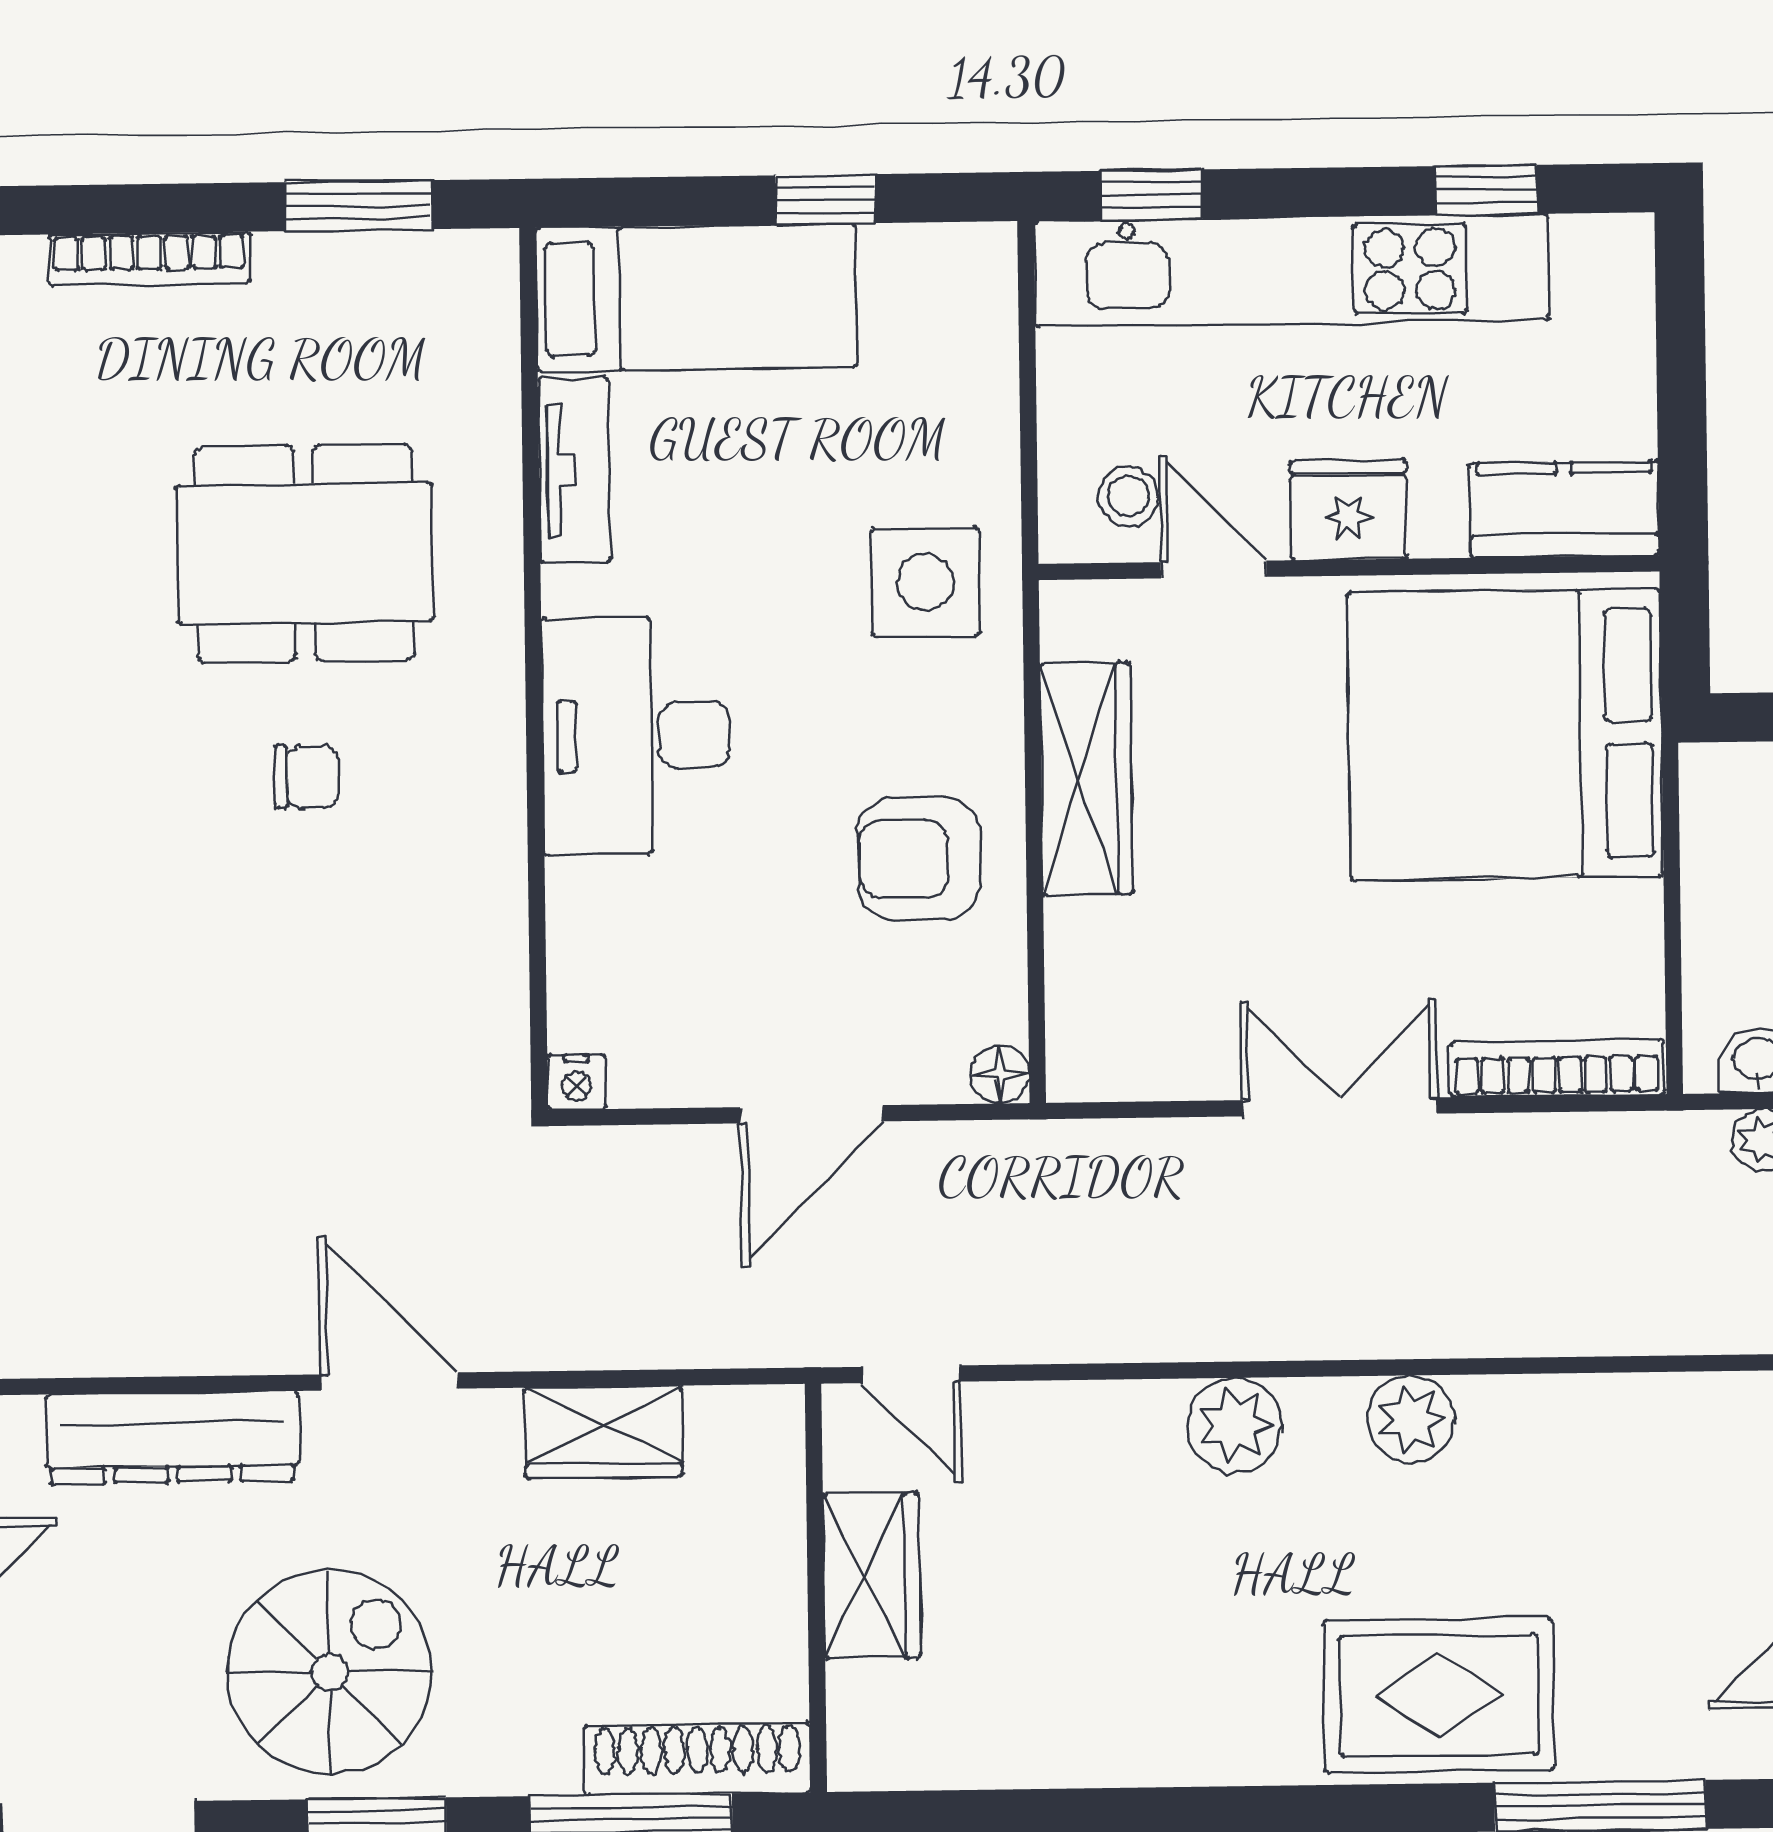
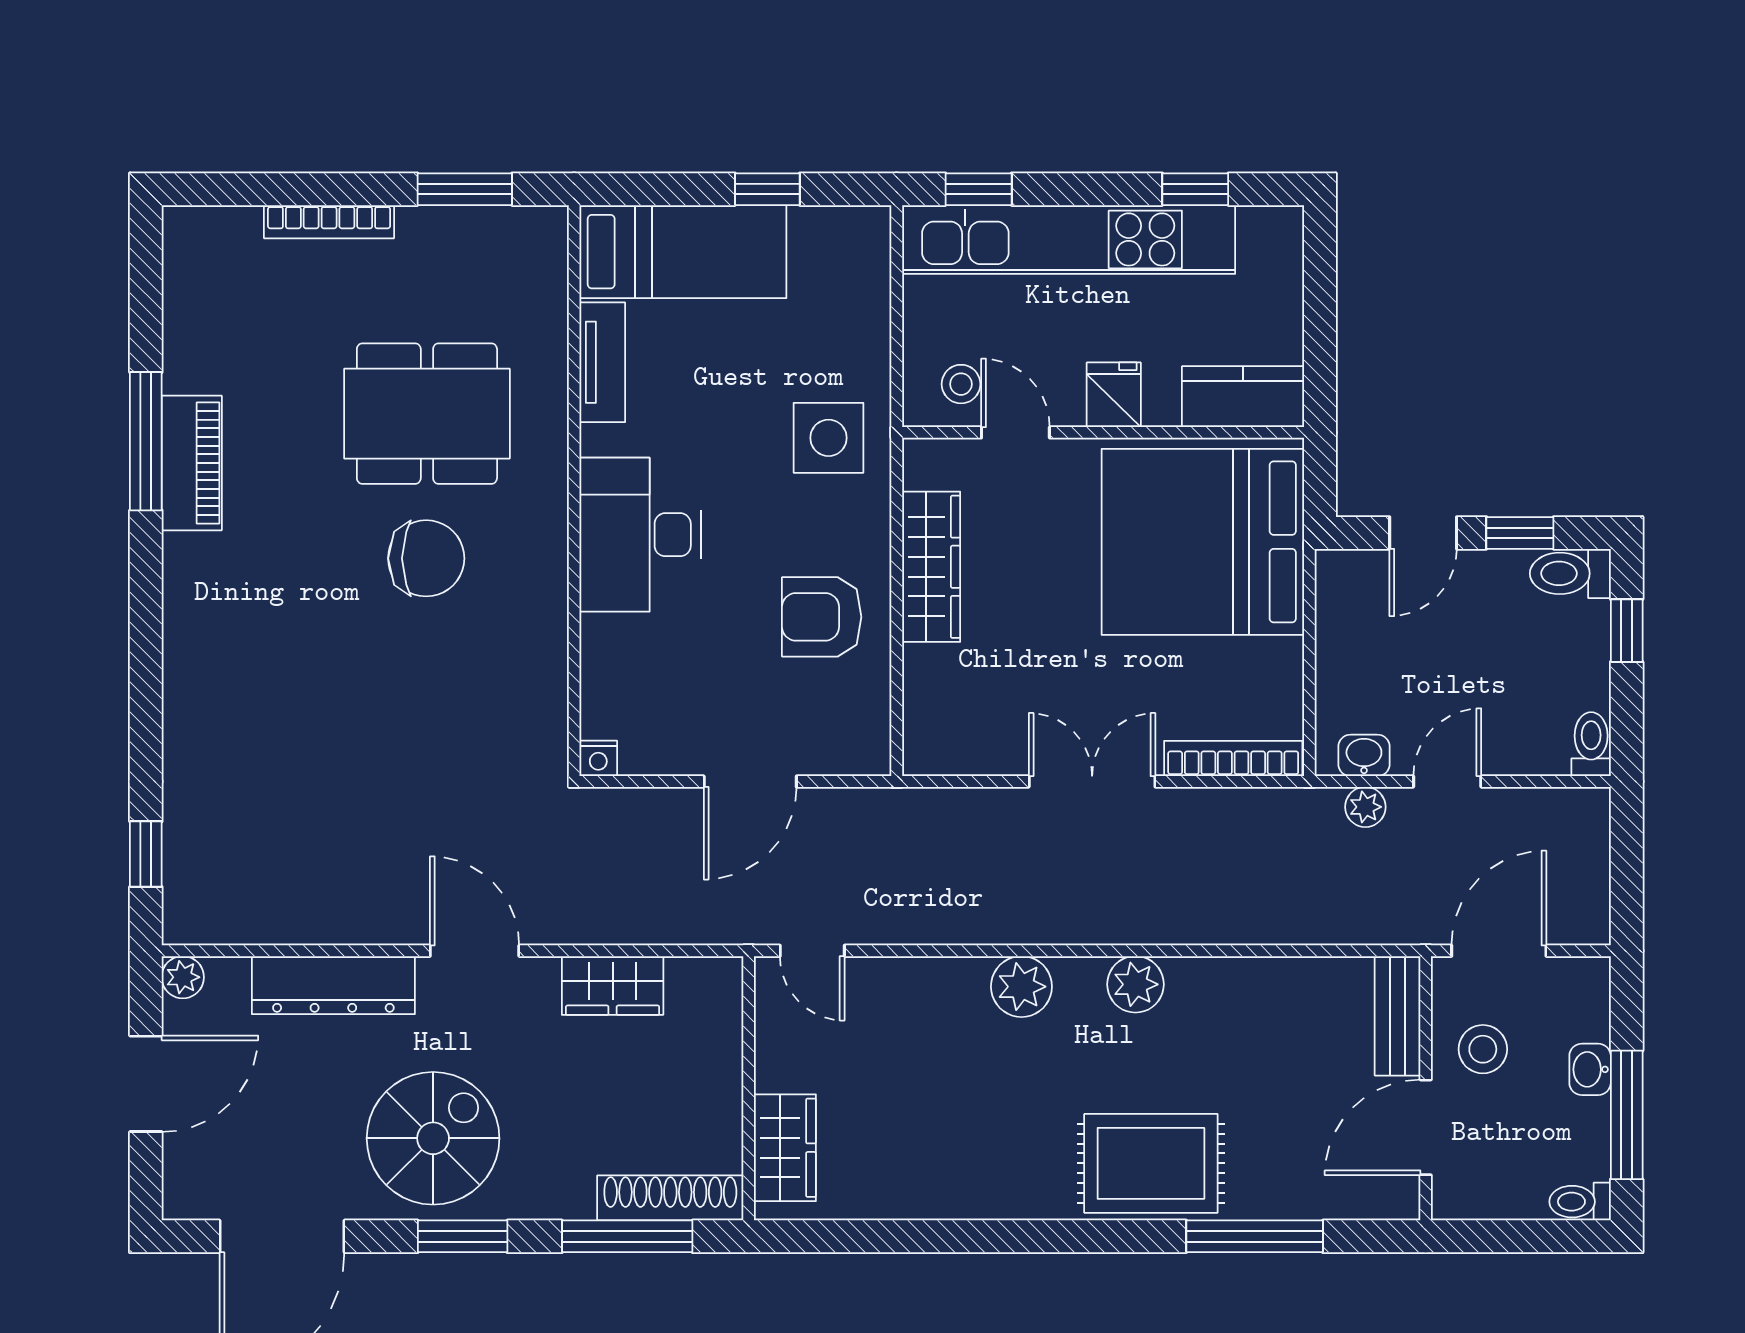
fridge: (1349, 510) -> (1114, 395), width x0.72
chair: (306, 777) -> (426, 558), width x1.87, depth x1.87
floor lamp: (1000, 1074) -> (873, 757), removed
wardrobe: (872, 1575) -> (785, 1148), moved

